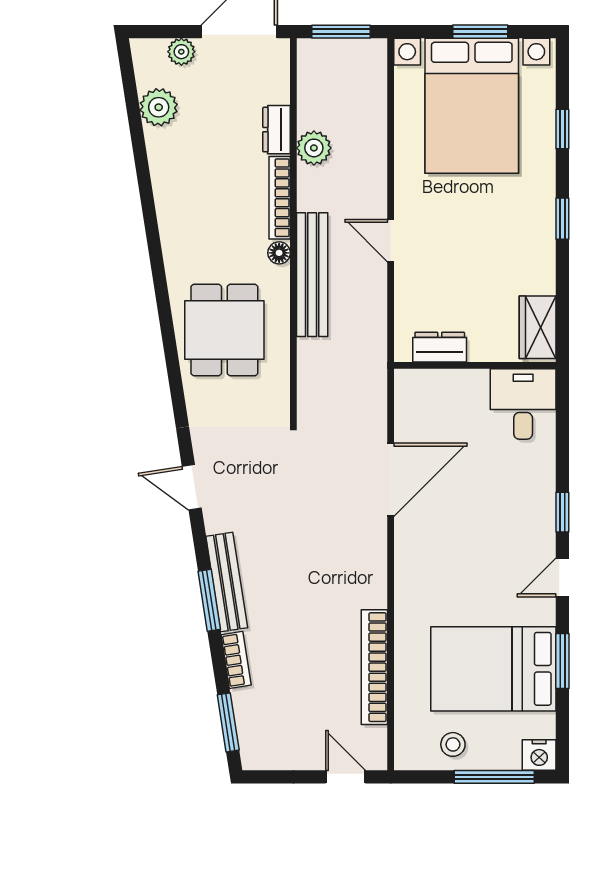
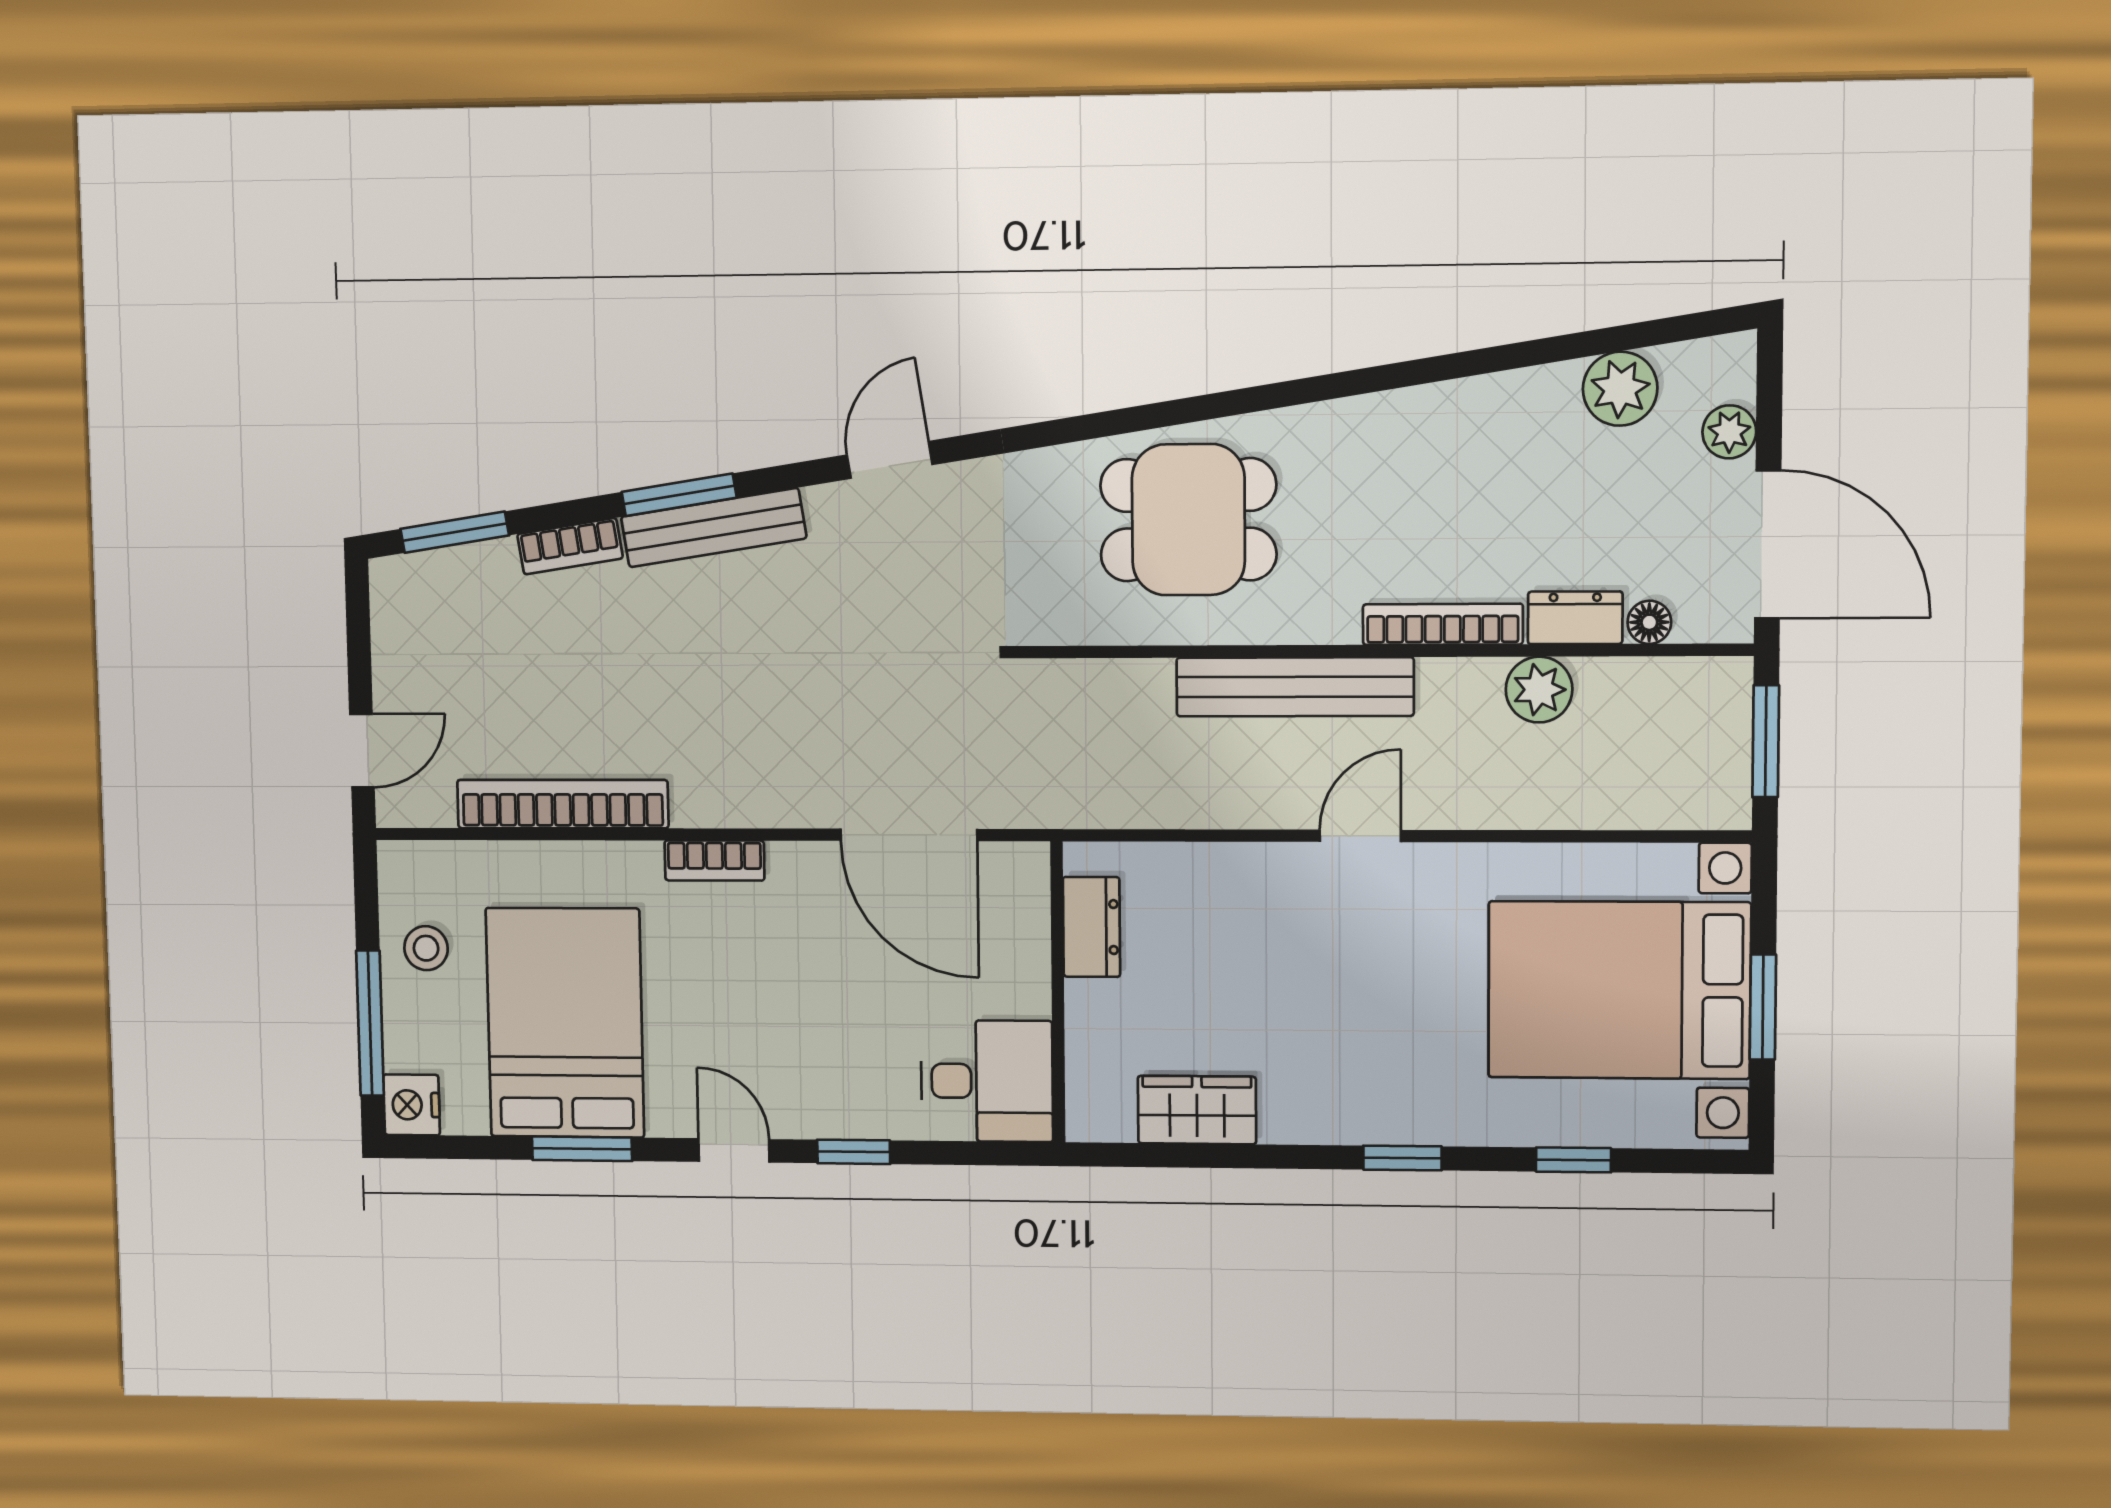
floor lamp: (279, 253) -> (1649, 622), moved
dresser: (440, 347) -> (1091, 927), moved
wall: (475, 365) -> (1058, 992), moved
desk: (523, 404) -> (987, 1081), moved
bookcase: (405, 585) -> (714, 861), added

